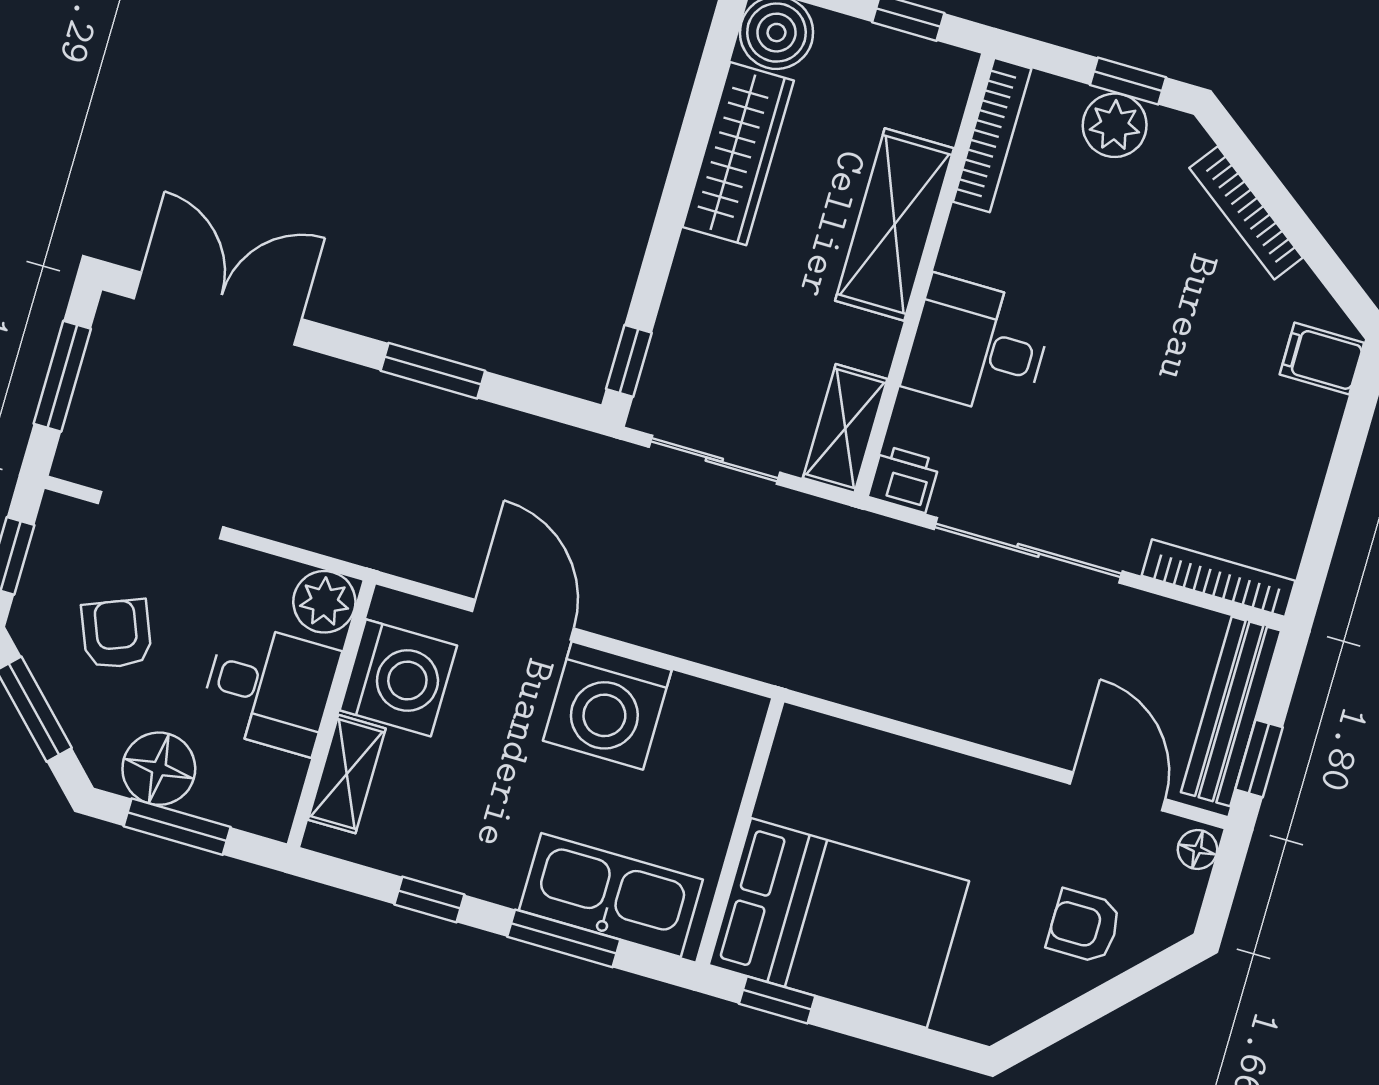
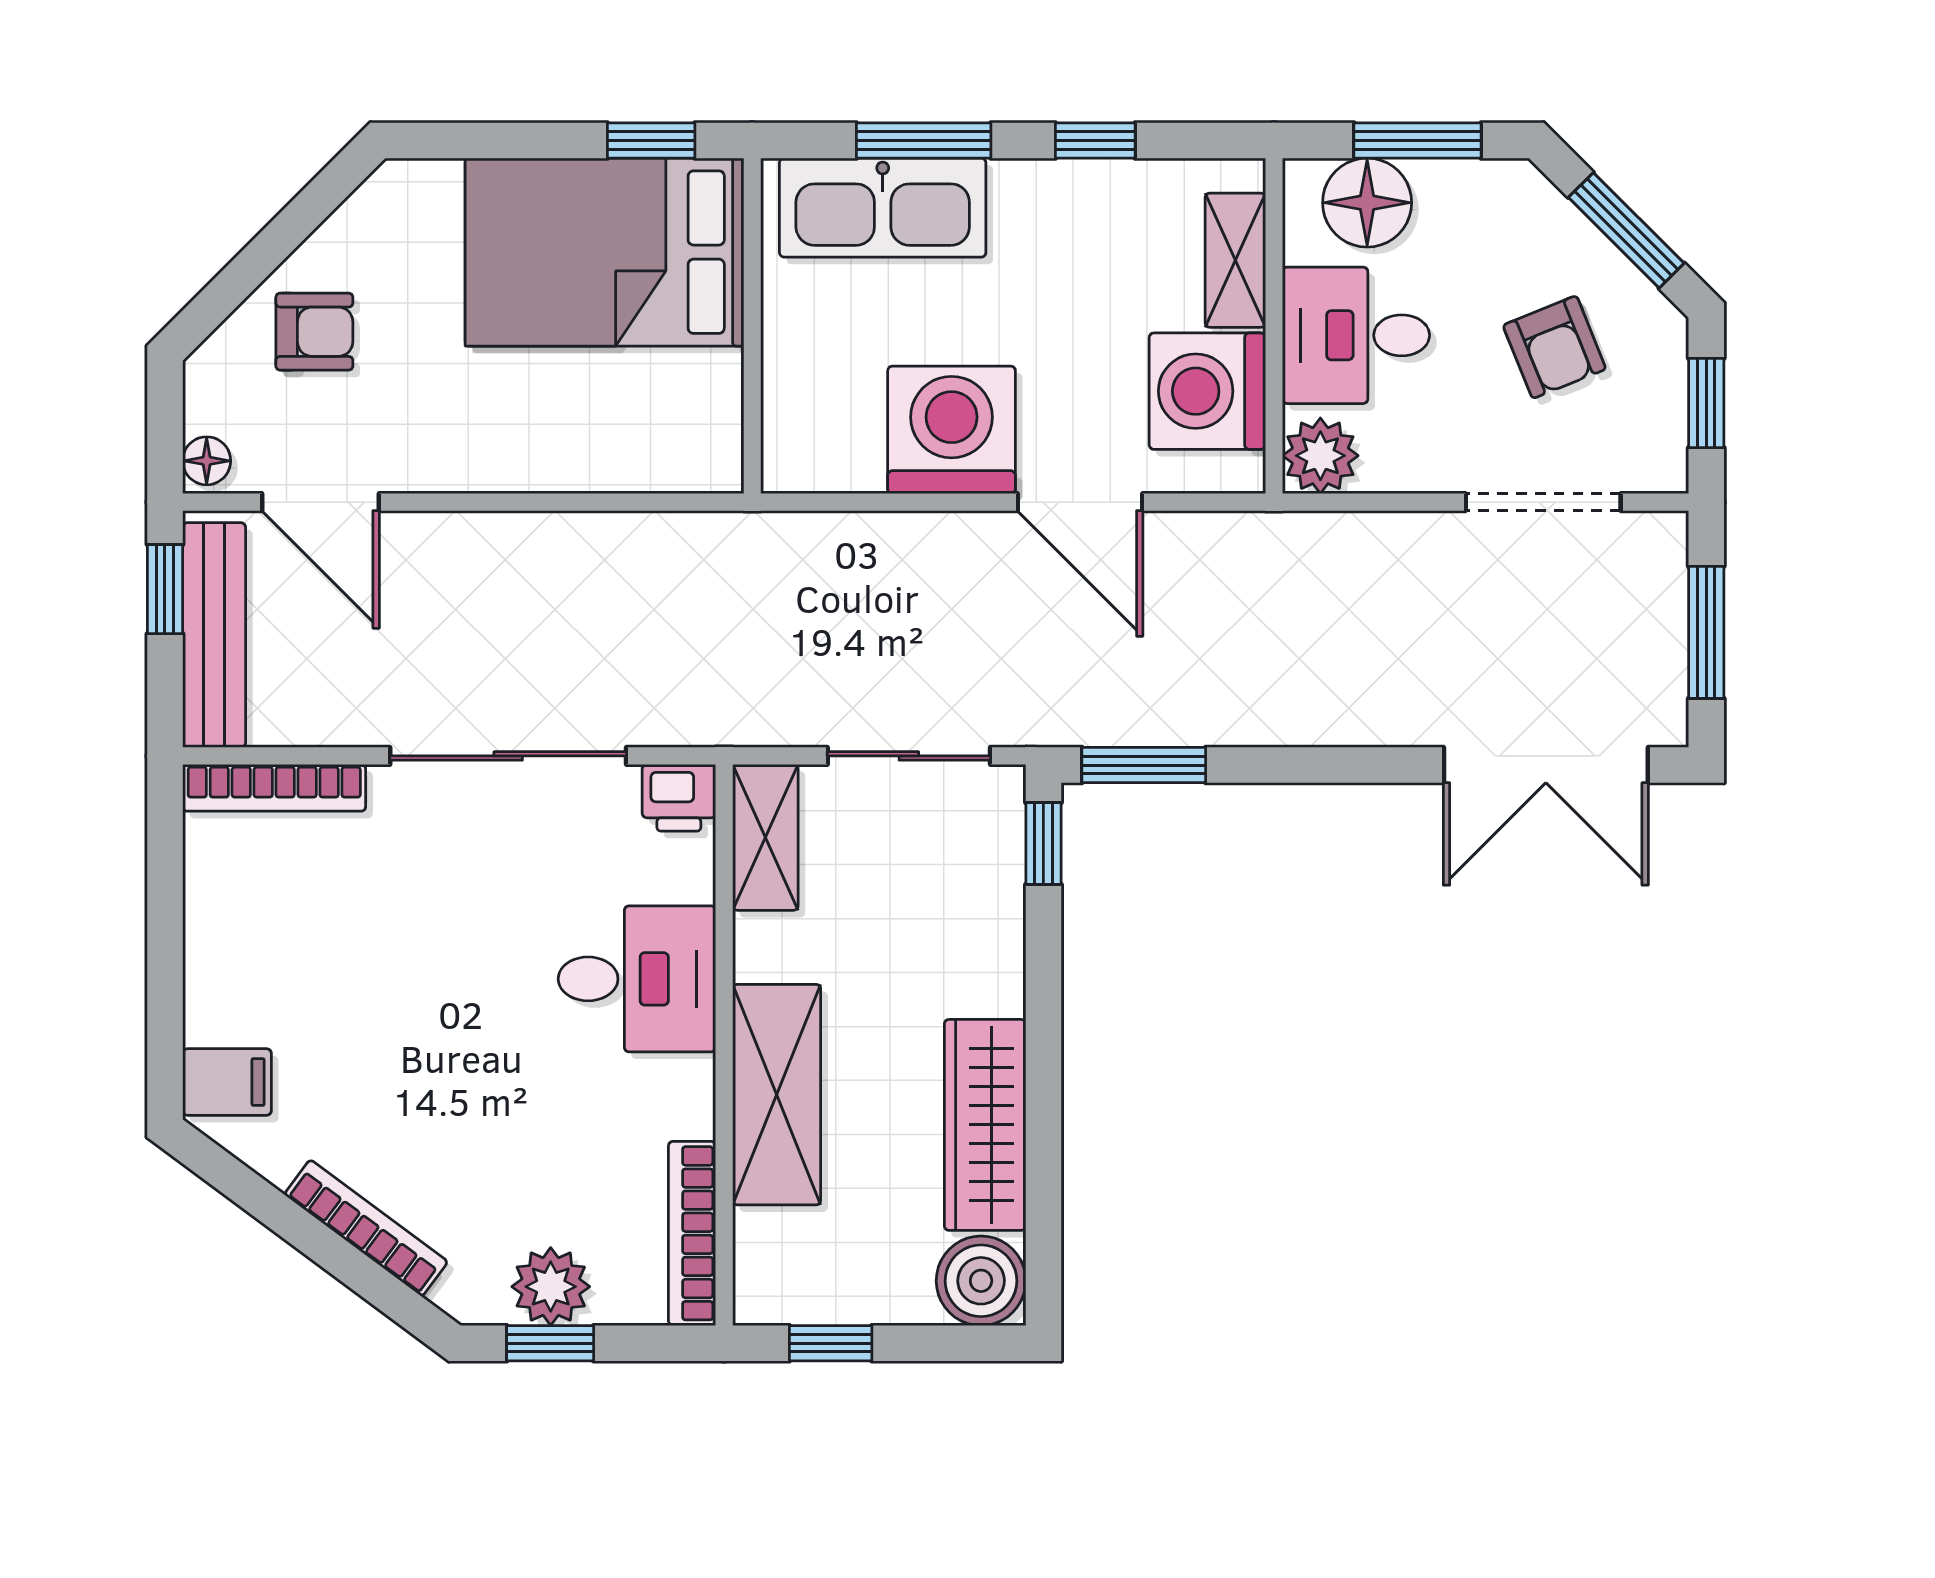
window: (433, 371) -> (1144, 765), moved
floor lamp: (159, 769) -> (1367, 203), moved

